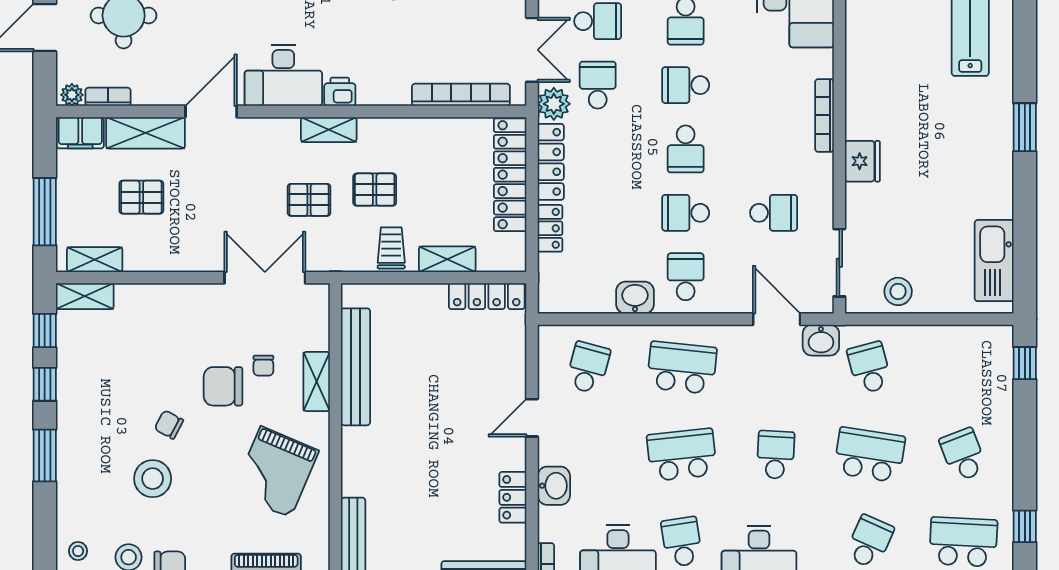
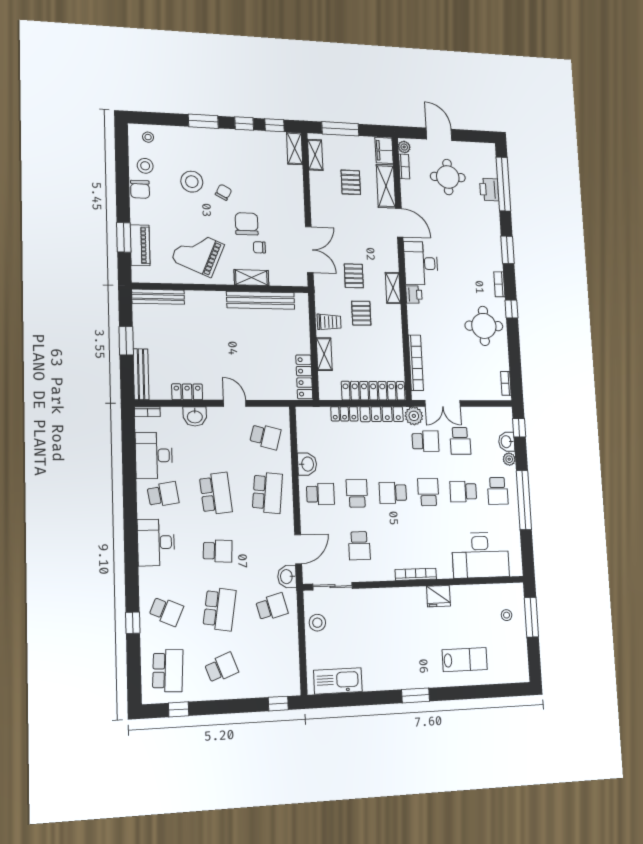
fridge: (862, 161) -> (438, 596), moved

